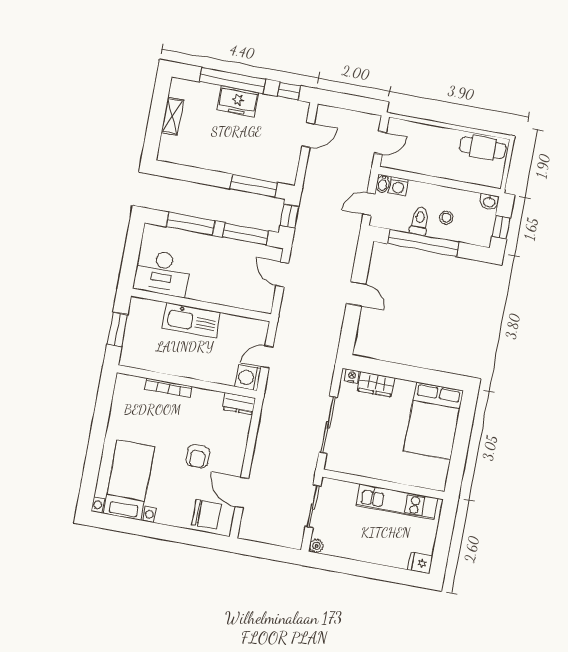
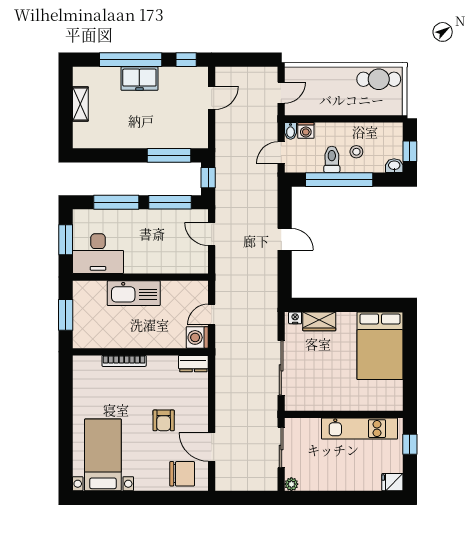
washbasin: (489, 202) -> (394, 166), moved, turned 180
window: (132, 253) -> (66, 240), added
window: (445, 528) -> (410, 444), added

